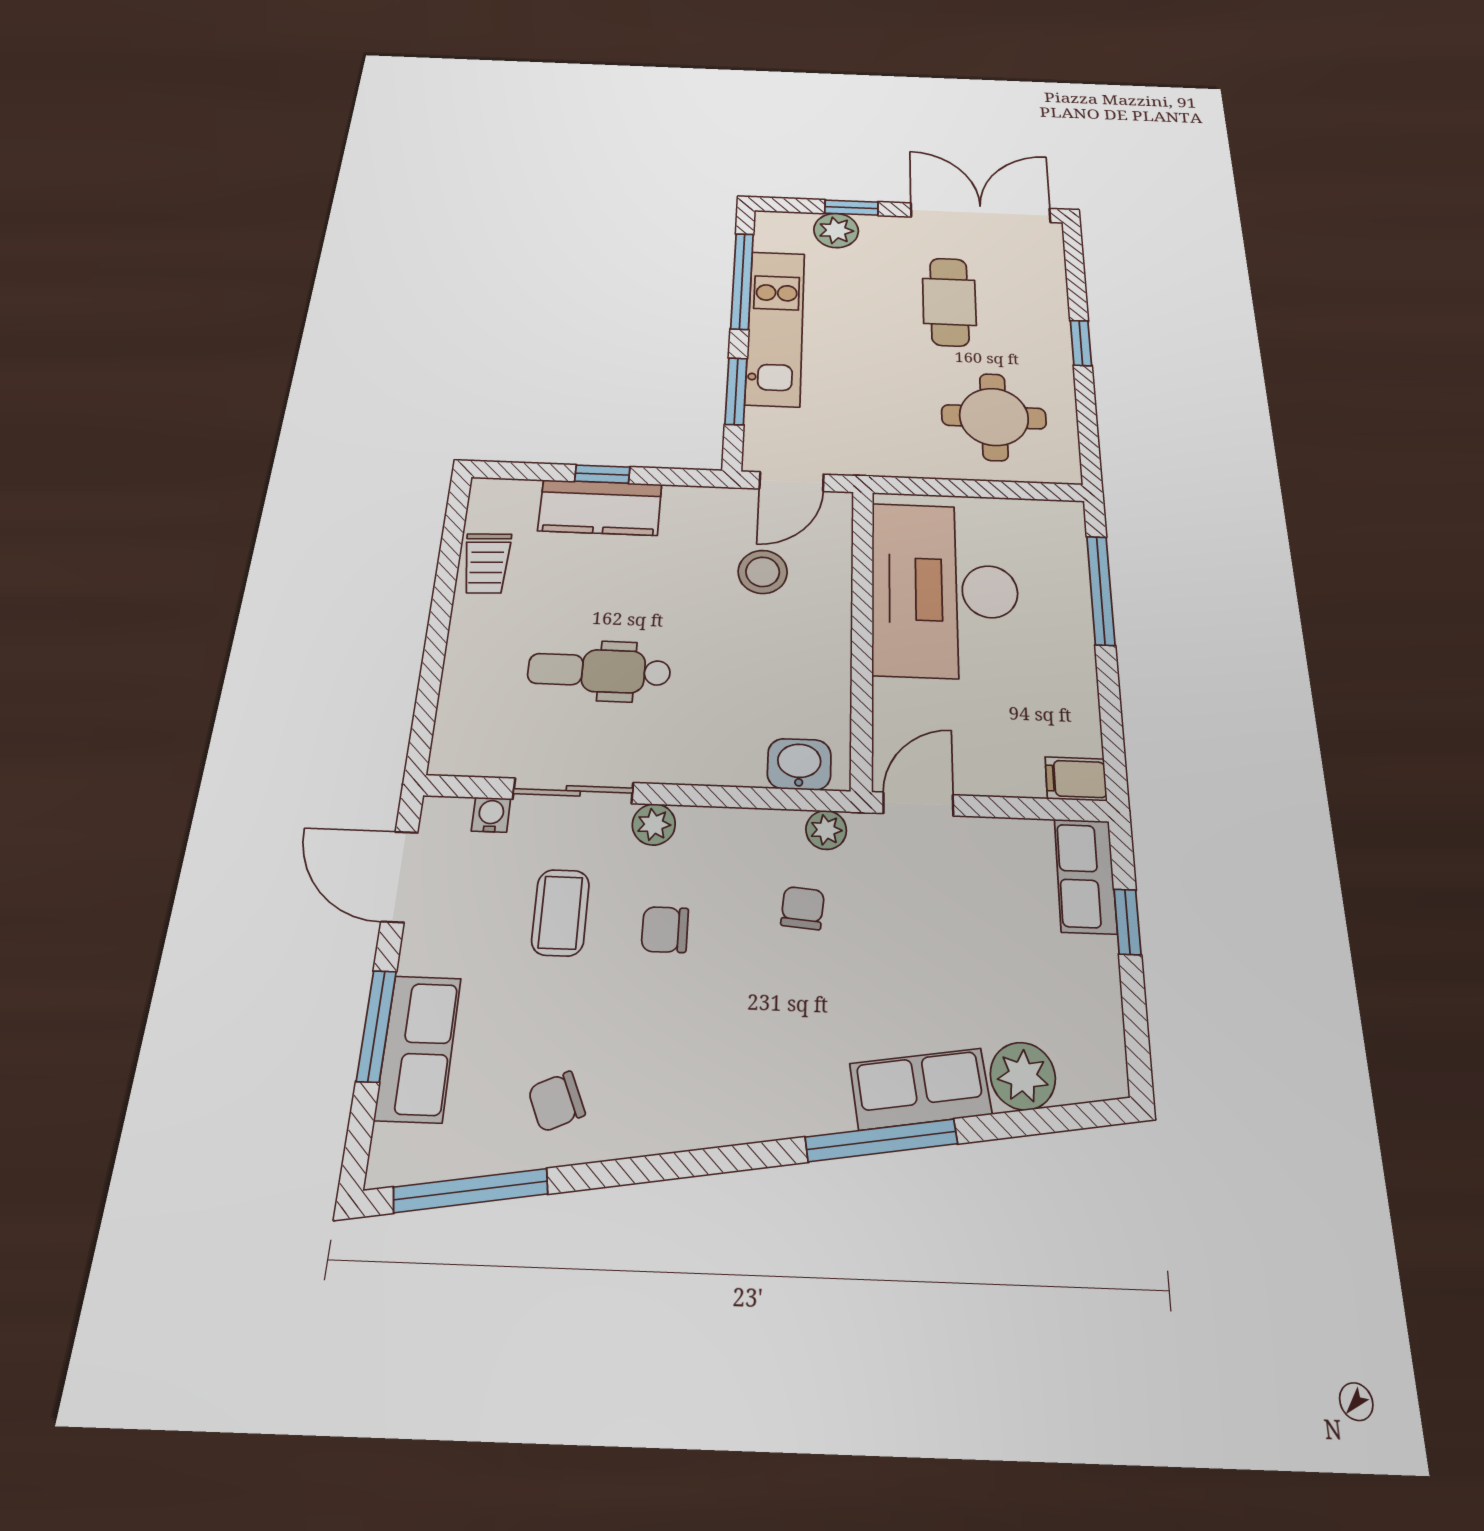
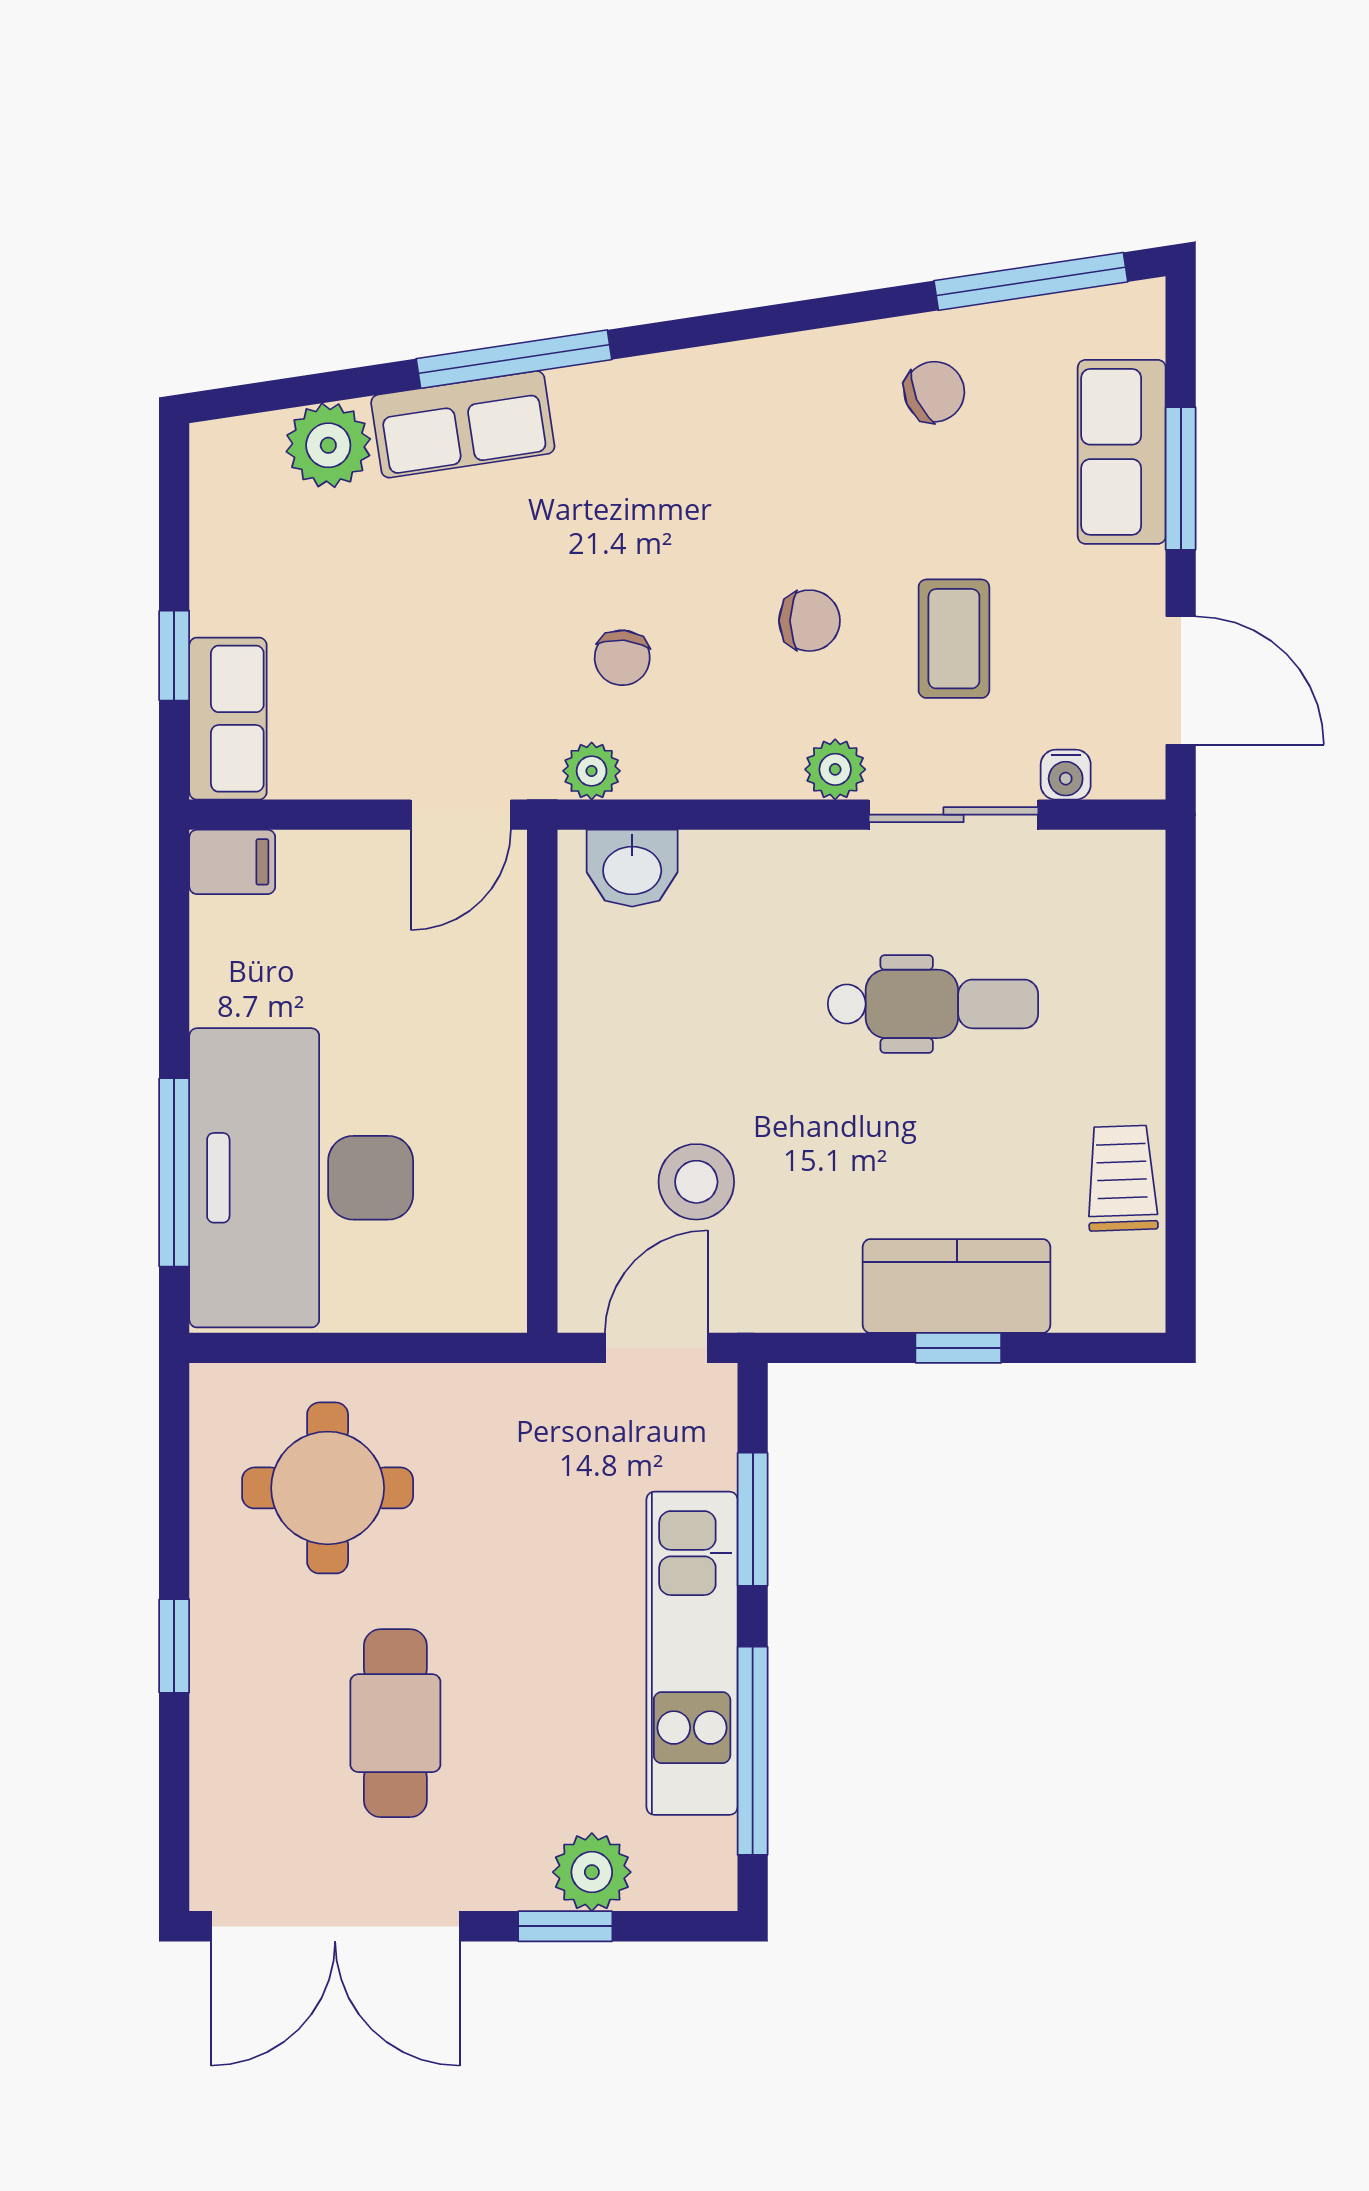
desk: (945, 590) -> (301, 1178), moved, turned 180

